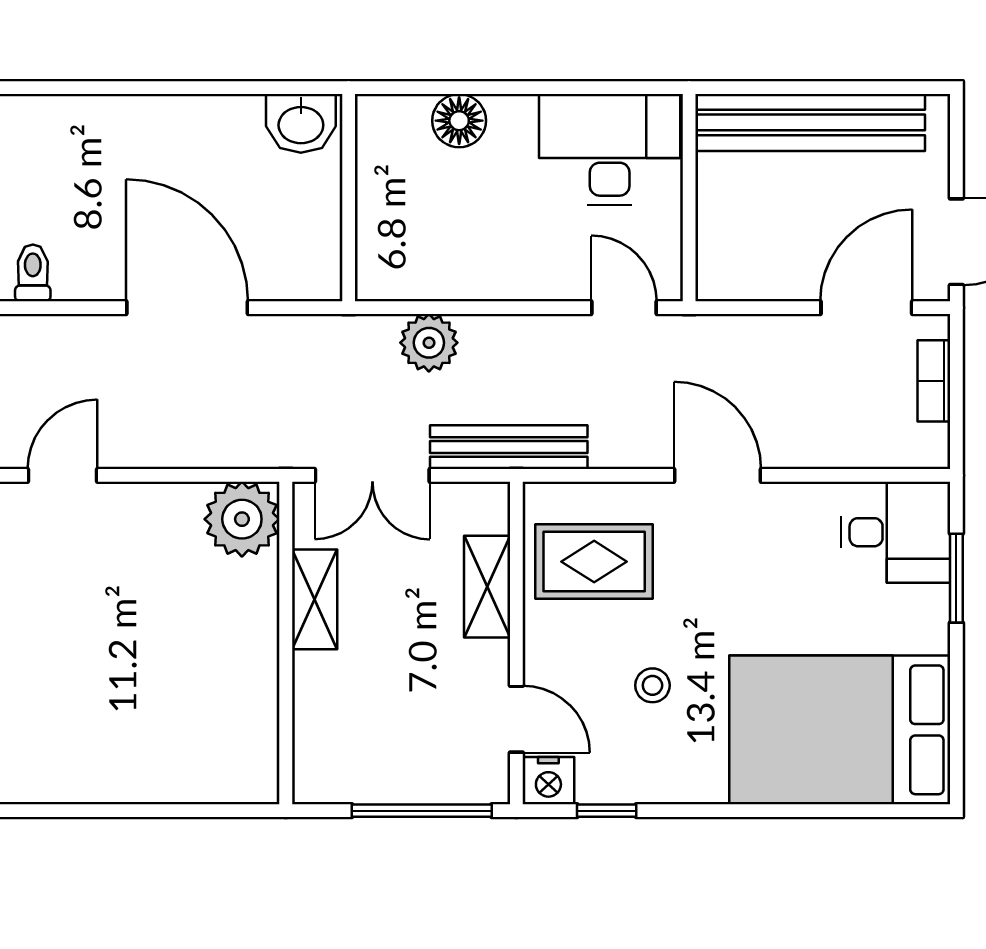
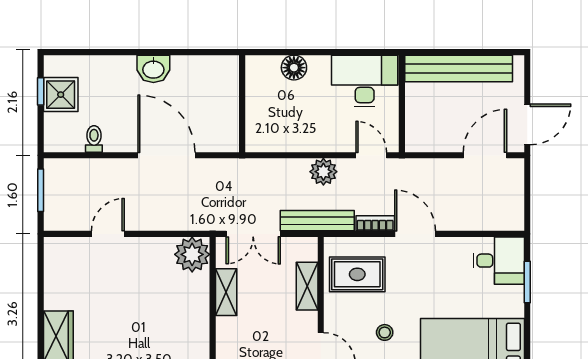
washbasin: (301, 123) -> (153, 69), moved
plant: (429, 343) -> (323, 172), moved
bookcase: (934, 381) -> (375, 223), moved, turned 90

